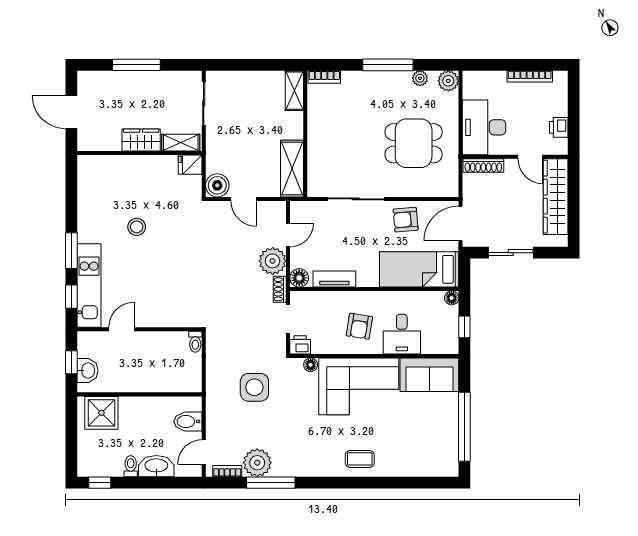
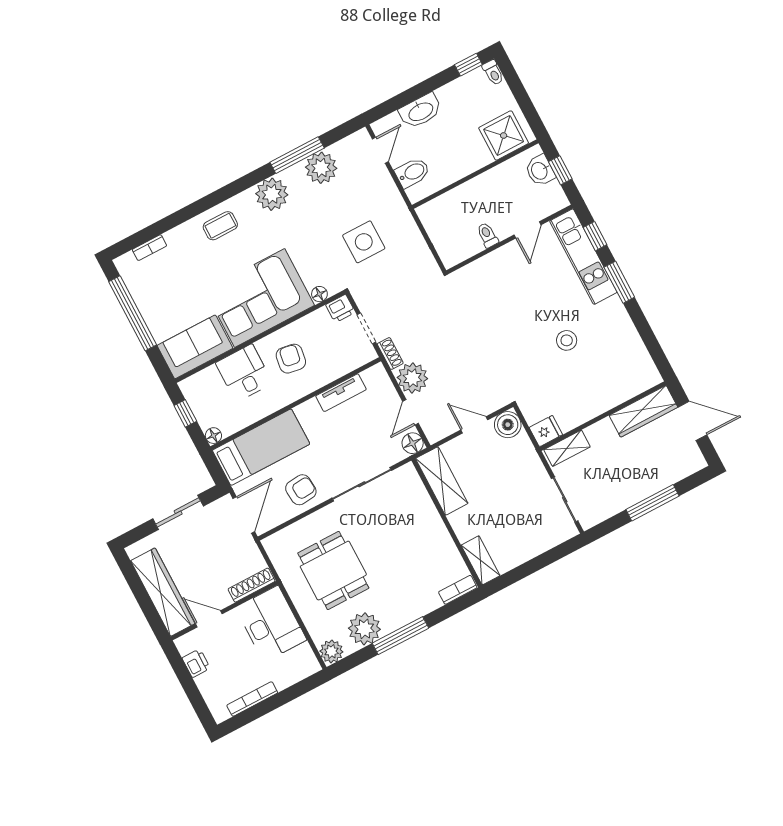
plant: (420, 78) -> (364, 629), width x1.87, depth x1.87
wardrobe: (141, 140) -> (643, 411), moved, width x1.50
dining table: (414, 143) -> (333, 571), turned 90
floor lamp: (299, 278) -> (413, 443), moved
toilet: (195, 342) -> (487, 235), moved
plant: (307, 462) -> (272, 194), added
toilet: (131, 466) -> (493, 73), moved
bookcase: (227, 471) -> (149, 248), moved

